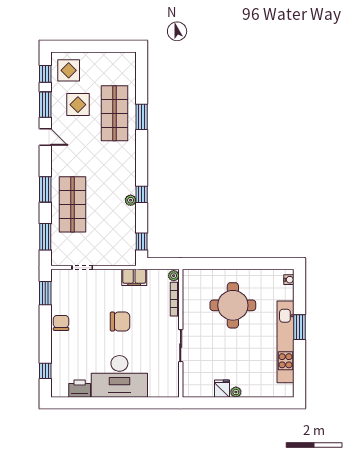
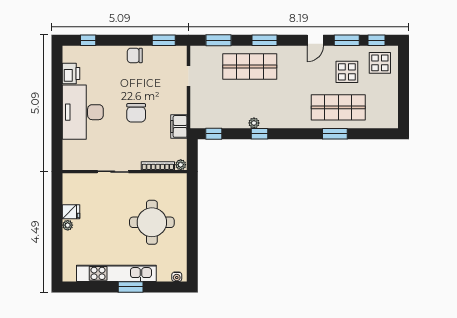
chair: (61, 323) -> (135, 55), turned 180

